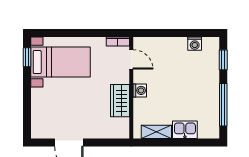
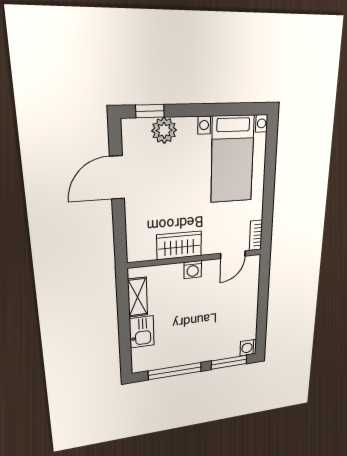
washing machine: (195, 44) -> (248, 348), moved
window: (27, 57) -> (150, 111), moved
window: (223, 60) -> (229, 362), width x1.50
plant: (39, 110) -> (164, 130), added

